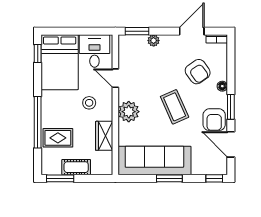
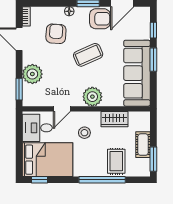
plant: (154, 41) -> (32, 74), width x1.88, depth x1.88
armchair: (198, 72) -> (56, 34), turned -51
window: (214, 178) -> (153, 30), moved

